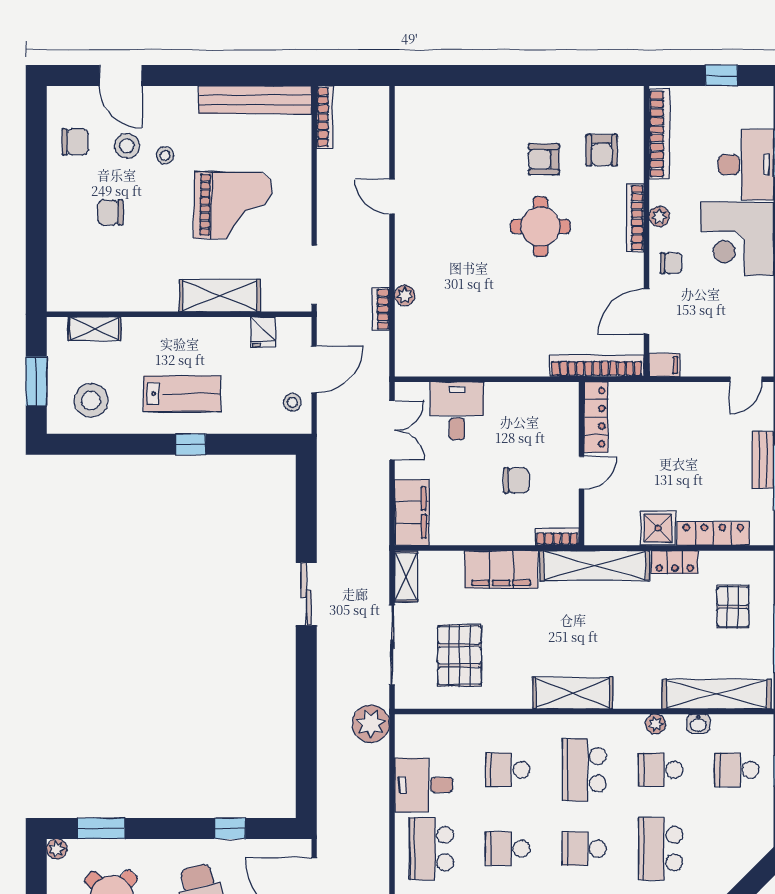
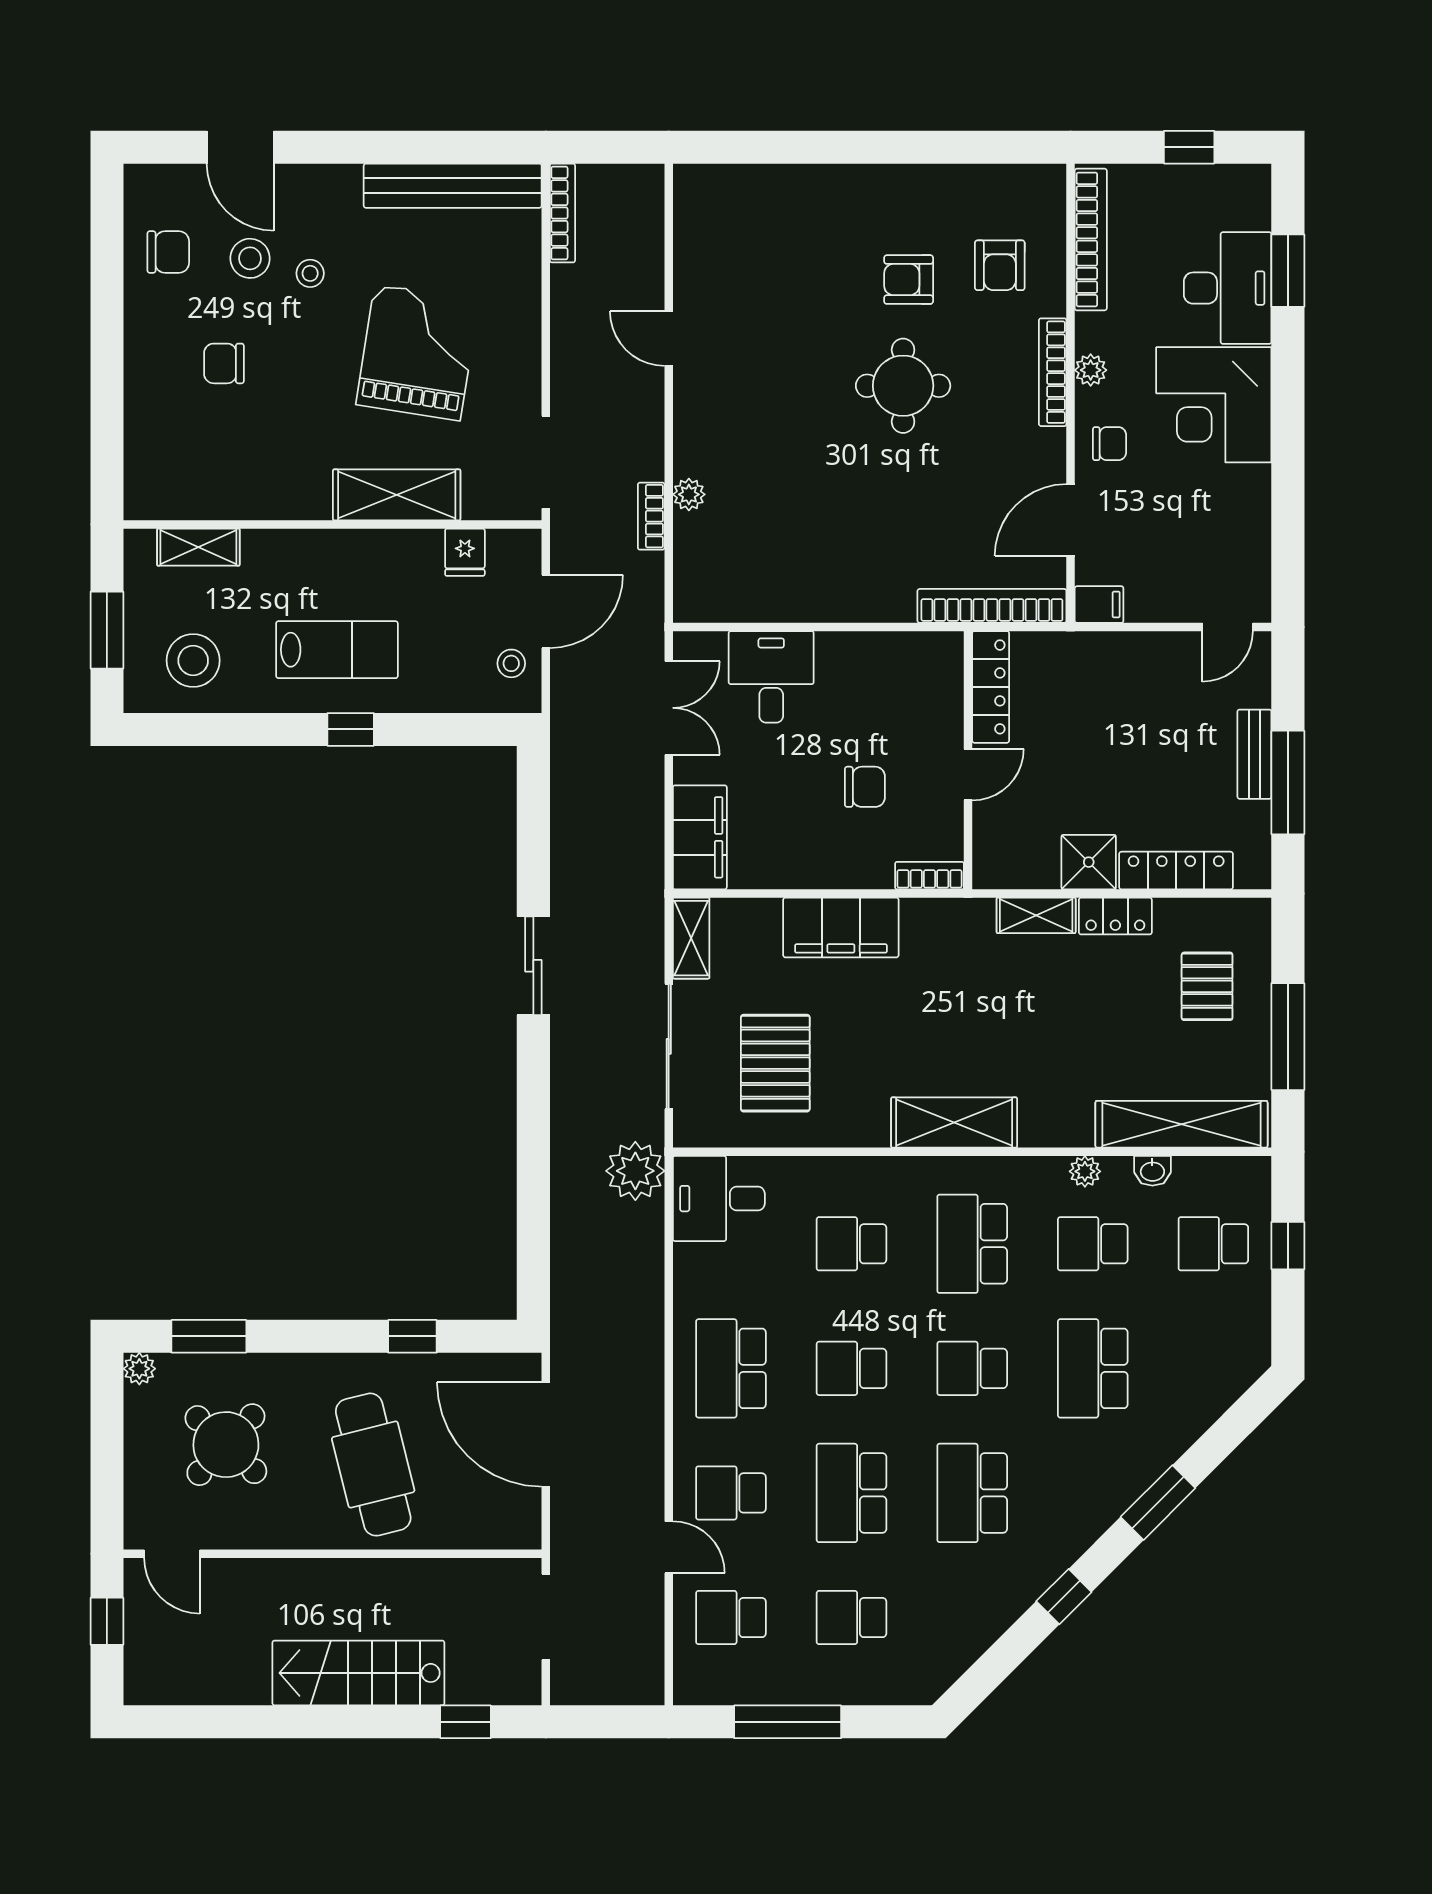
grand piano: (233, 205) -> (417, 352), turned -82
shelving: (595, 566) -> (1036, 915), width x0.45, depth x0.75
desk: (424, 785) -> (719, 1199), moved

